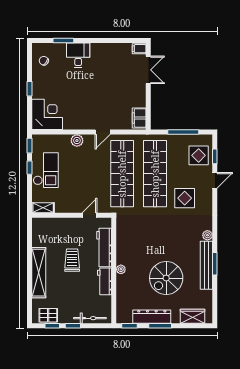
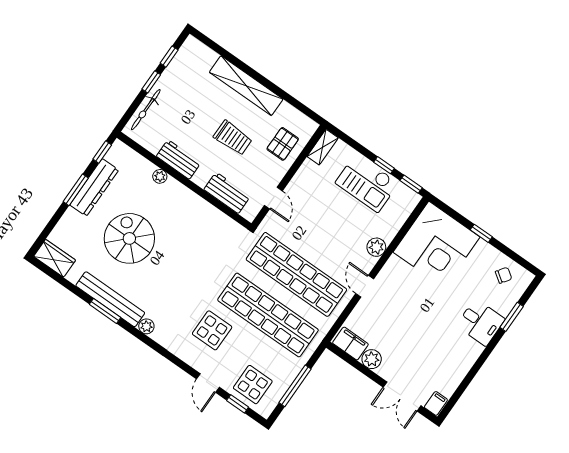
plant: (140, 101) -> (372, 359), added
corner desk: (47, 114) -> (436, 245), width x1.36, depth x1.36
workbench: (104, 248) -> (227, 193), width x0.73
plant: (121, 269) -> (160, 176), moved
pallet: (48, 315) -> (283, 144), moved
wardrobe: (193, 316) -> (55, 258), moved, turned -90

